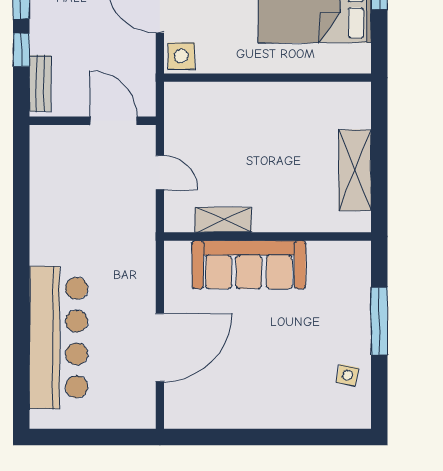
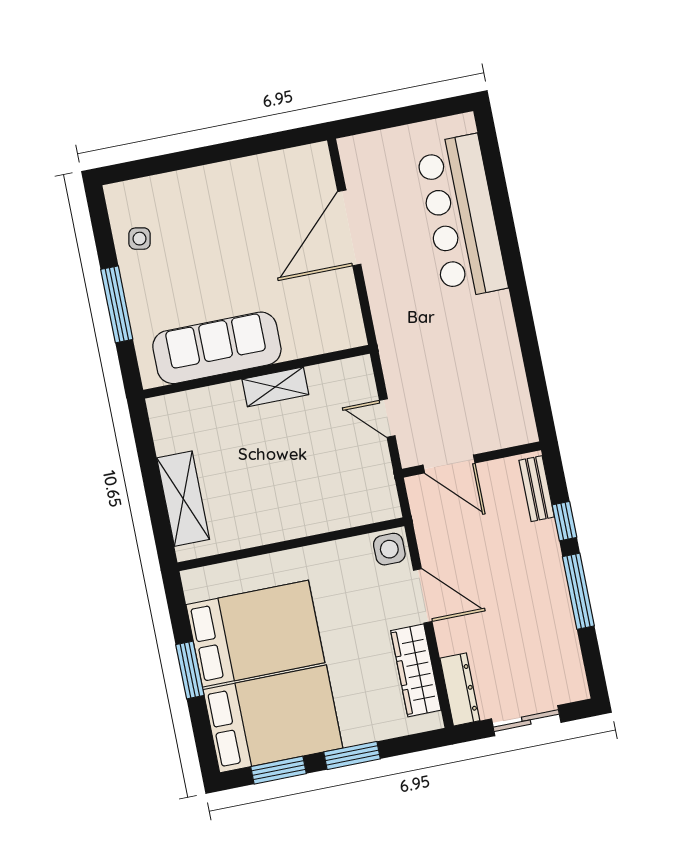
shelving: (355, 170) -> (183, 499), moved
shelving: (223, 220) -> (275, 387), moved
sofa: (249, 265) -> (217, 348), moved

